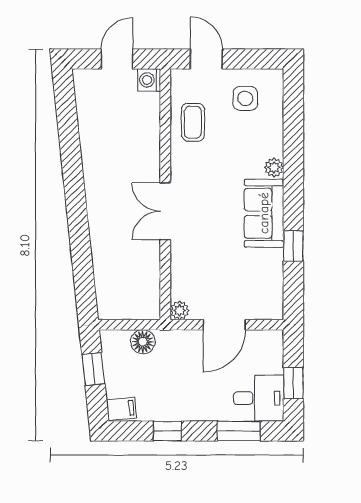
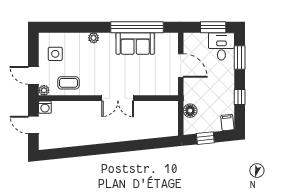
door: (206, 59) -> (33, 75), hinge flipped
sofa: (264, 213) -> (135, 43), moved
window: (293, 246) -> (137, 27), width x3.17
plant: (180, 310) -> (44, 90), moved
window: (293, 383) -> (213, 27), width x1.50

